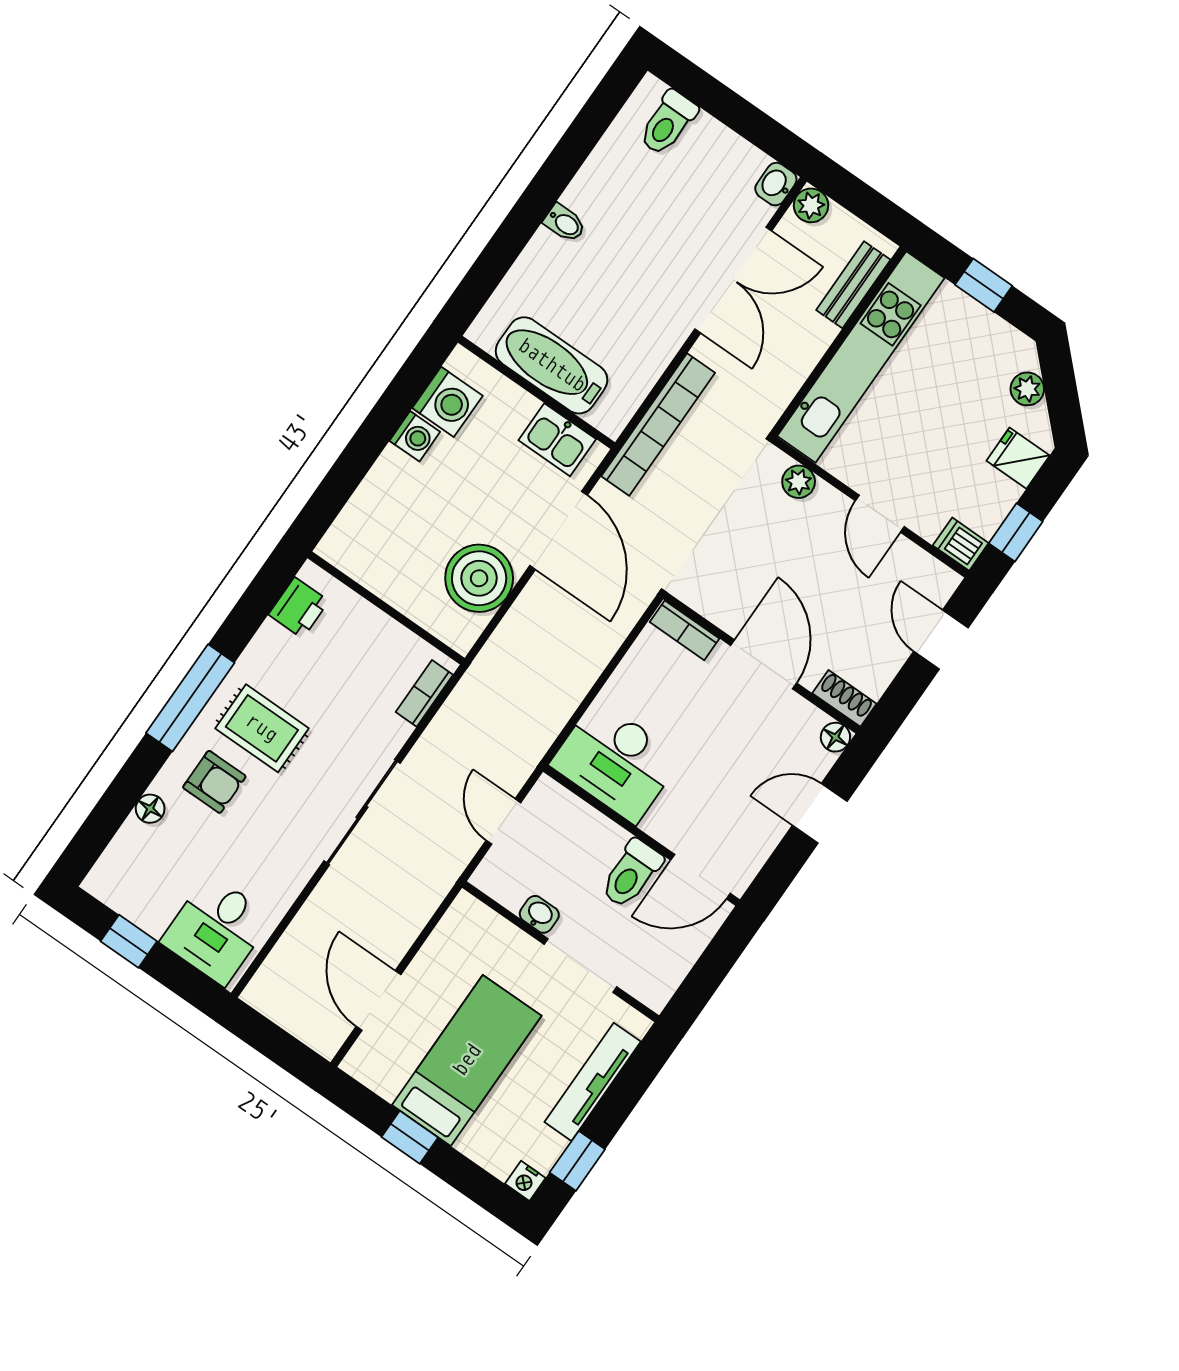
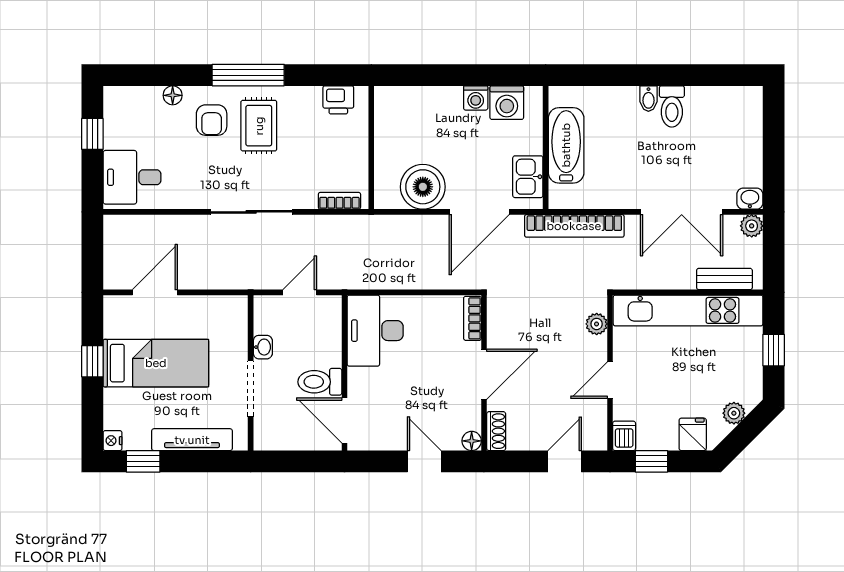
toilet: (668, 123) -> (672, 106), moved, turned -90

